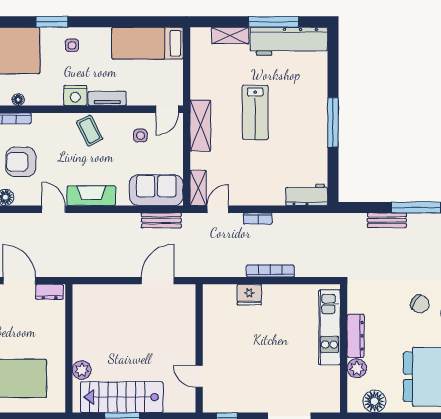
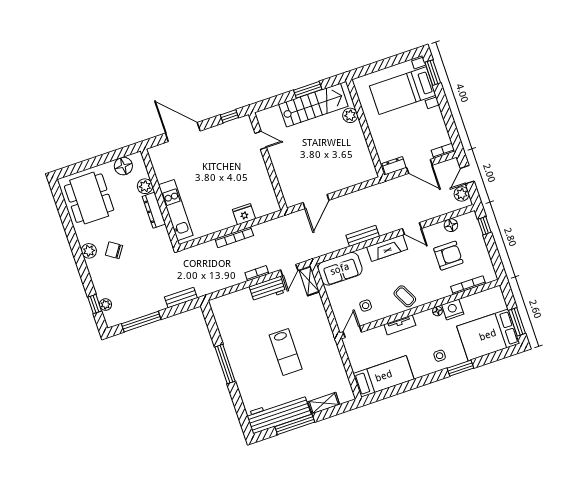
nightstand: (75, 95) -> (453, 309), moved
floor lamp: (18, 100) -> (437, 311), moved
lab bench: (255, 112) -> (286, 352), turned 180
shelving: (200, 126) -> (323, 328), removed
workbench: (307, 195) -> (267, 289), moved
bench: (161, 220) -> (363, 236), moved
bench: (387, 220) -> (181, 297), moved

